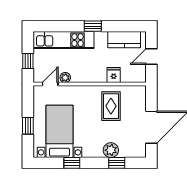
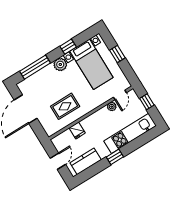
rug: (111, 106) -> (65, 106), turned 90
plant: (111, 150) -> (60, 64), moved
window: (117, 163) -> (35, 67), width x2.17

